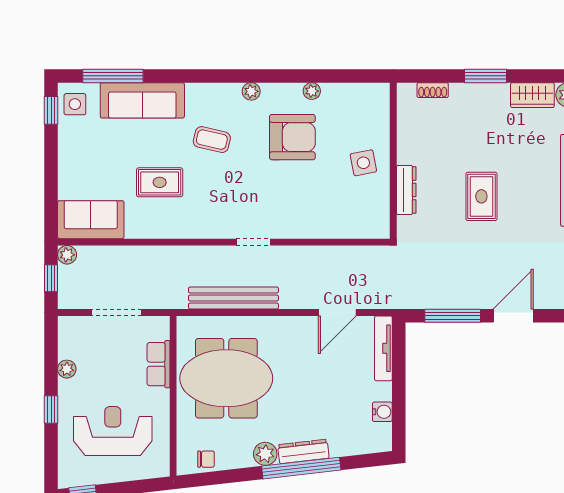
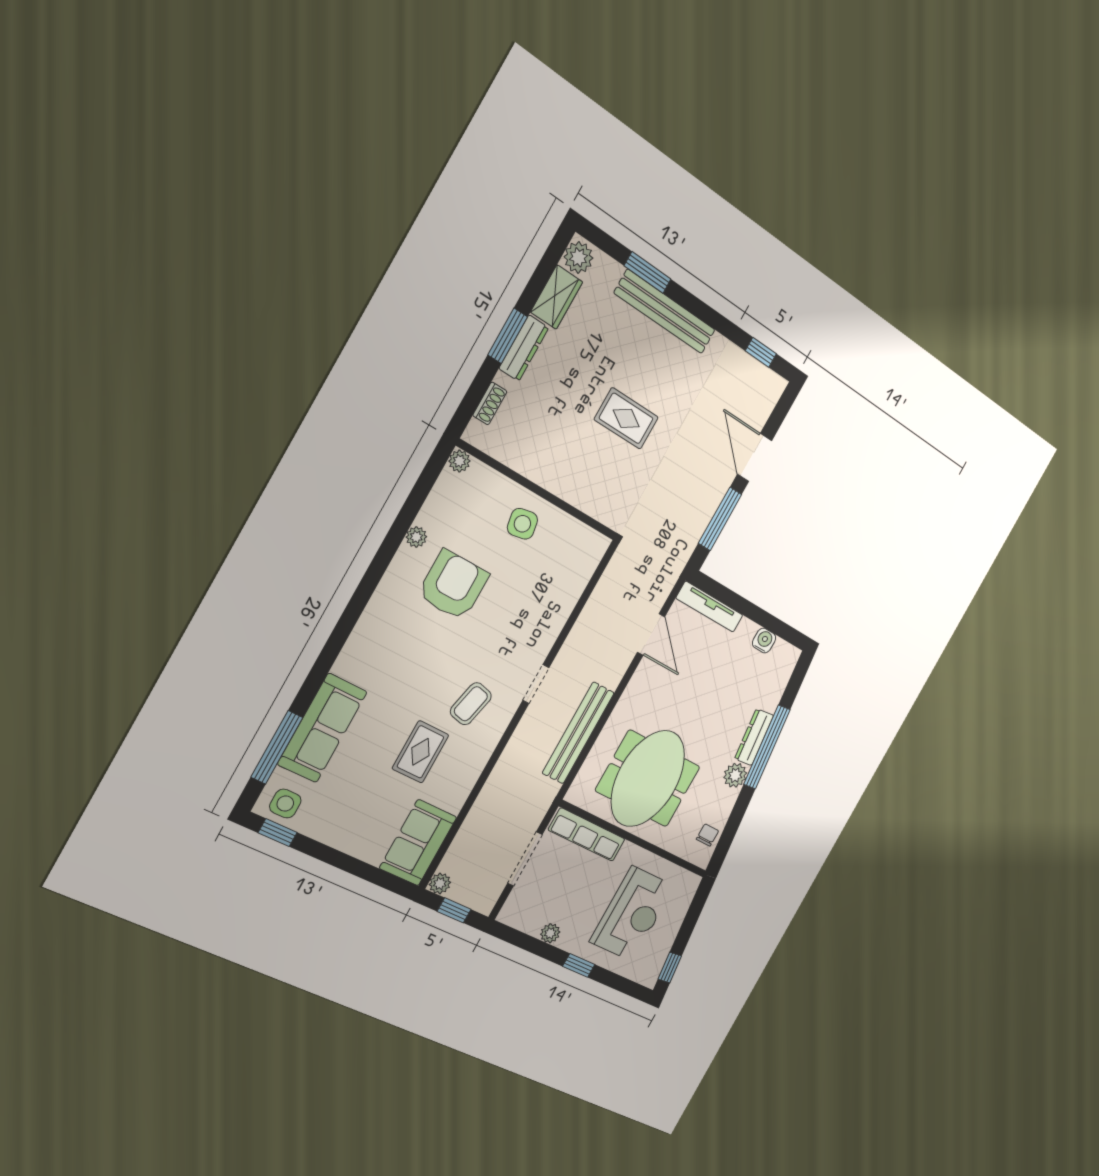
plant: (251, 91) -> (459, 461), moved
coffee table: (212, 140) -> (471, 704), moved
dresser: (406, 190) -> (524, 348), moved, turned 90
row of seats: (159, 364) -> (587, 835), width x1.48
reception desk: (113, 431) -> (632, 914), turned 180

